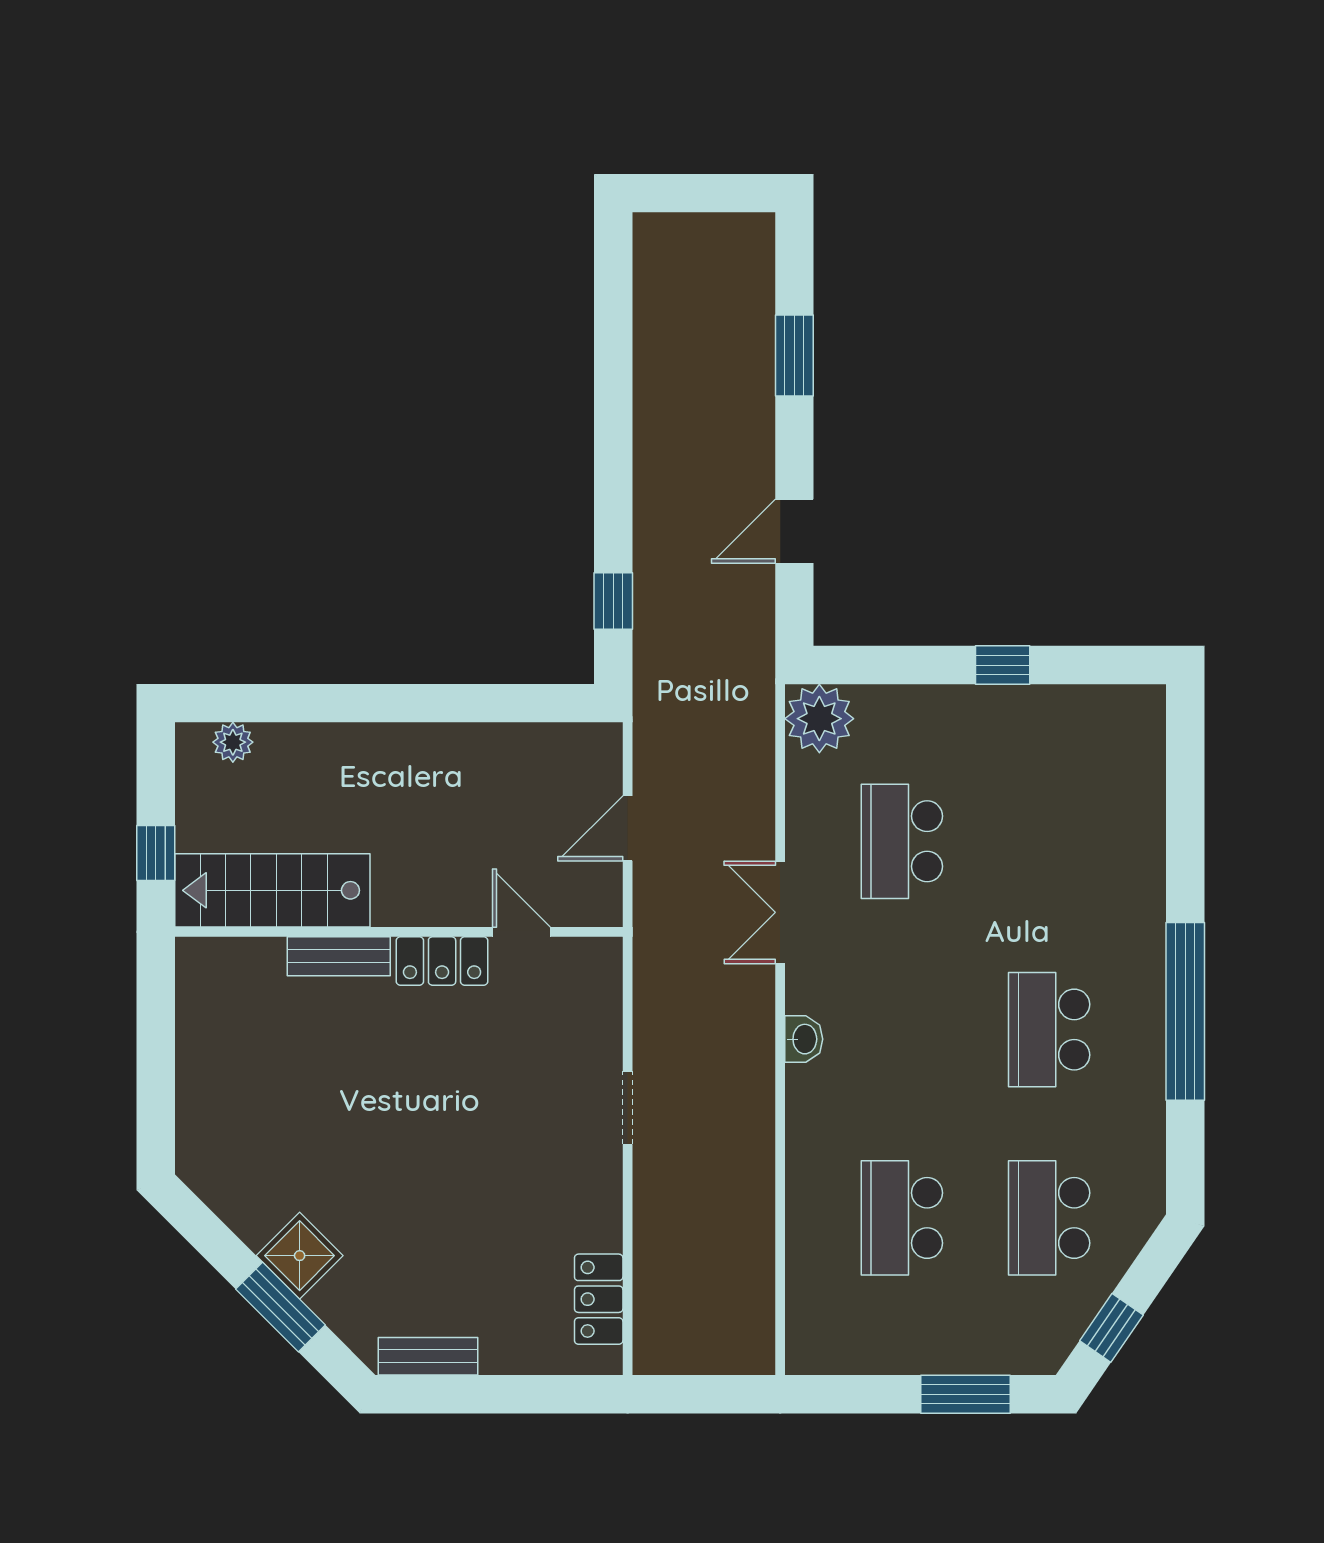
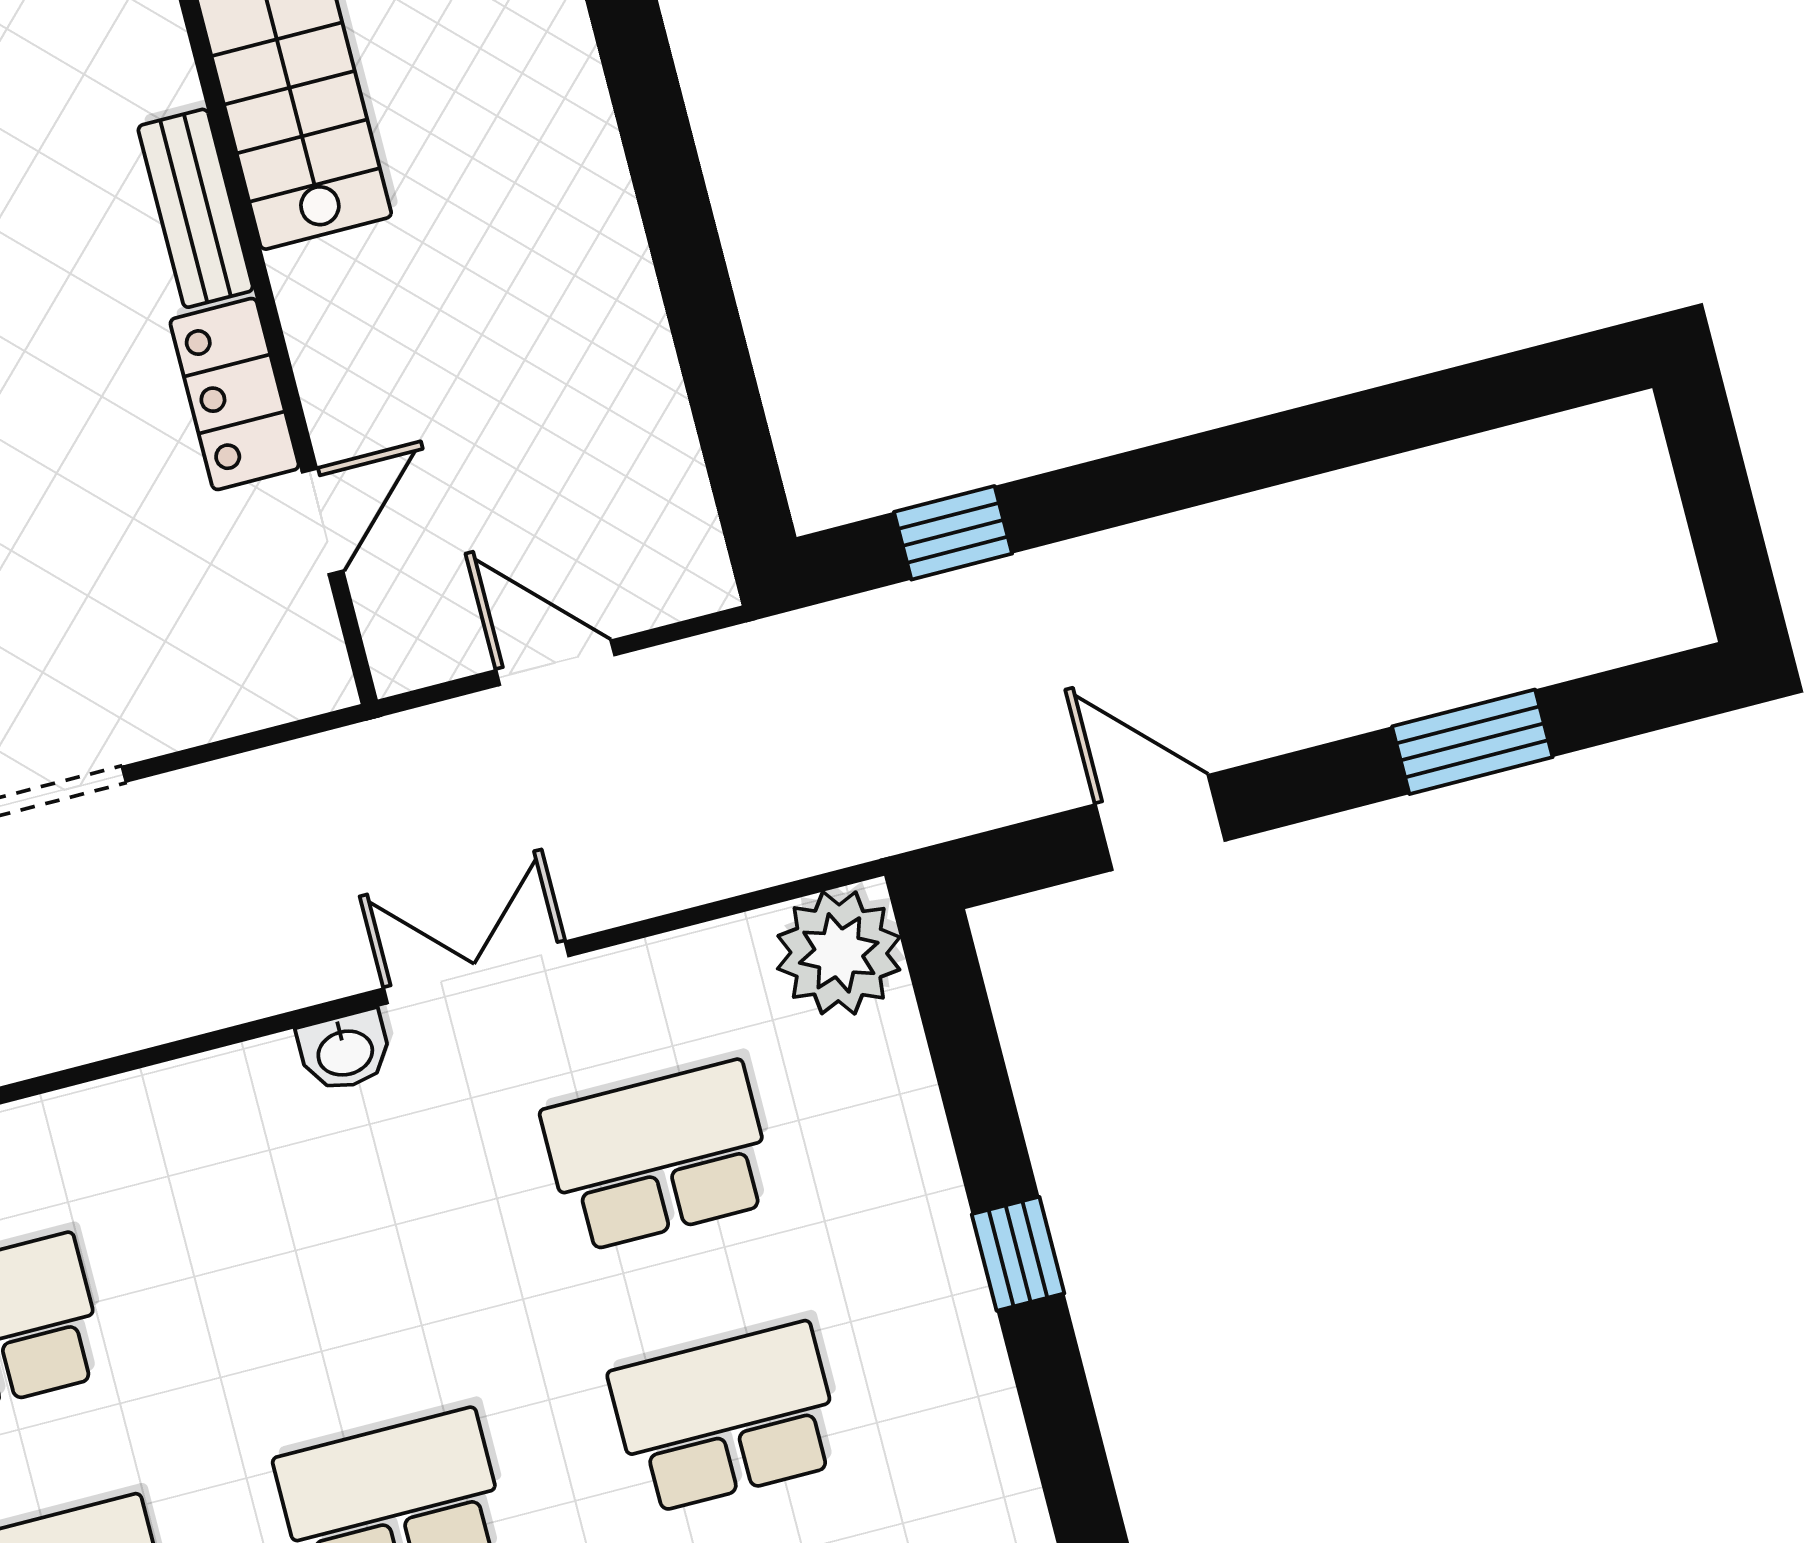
school desk: (1049, 841) -> (726, 1418), added
washbasin: (804, 1039) -> (345, 1051), moved

